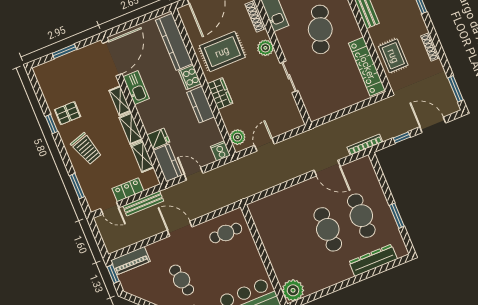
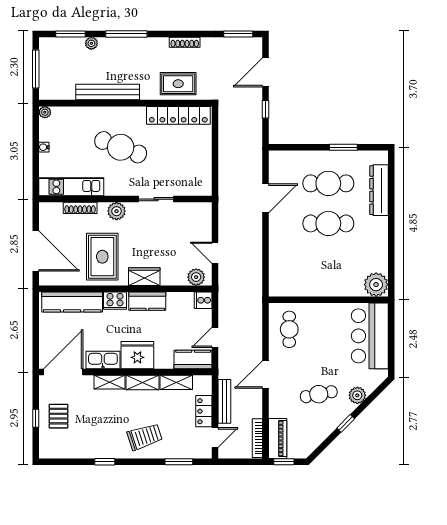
window: (64, 51) -> (36, 418), width x0.67
door: (112, 58) -> (63, 372), hinge flipped
pallet: (68, 113) -> (58, 416), moved
fridge: (158, 139) -> (137, 355), moved, width x1.88, depth x1.34
bookcase: (365, 145) -> (257, 438), moved

